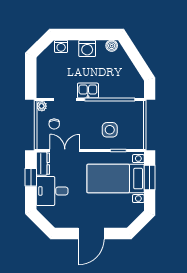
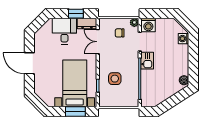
washing machine: (87, 48) -> (148, 25), moved, turned -90
double door: (65, 151) -> (98, 42), swing flipped

